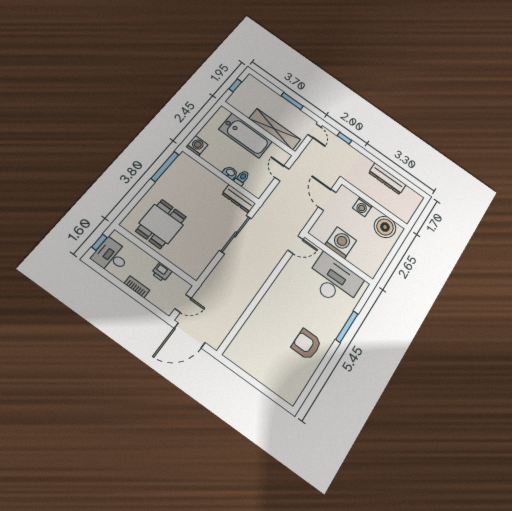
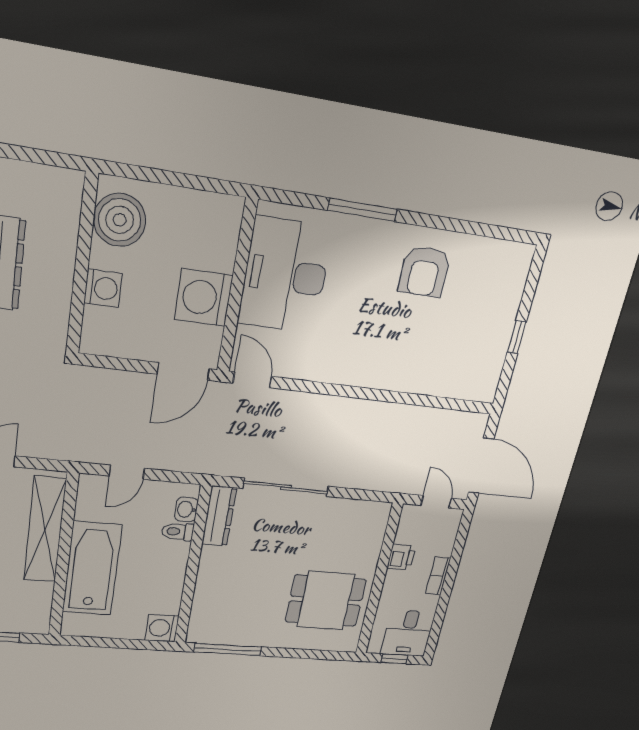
washbasin: (230, 173) -> (186, 509), moved
door: (327, 200) -> (183, 372), moved
window: (251, 380) -> (517, 337), added

